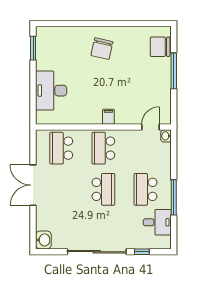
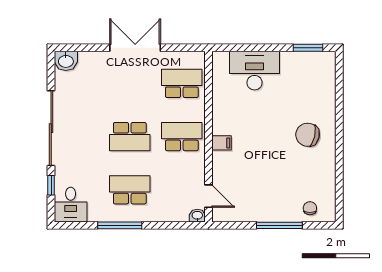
chair: (160, 47) -> (310, 208), width x0.54, depth x0.54
desk: (157, 222) -> (71, 205), moved

